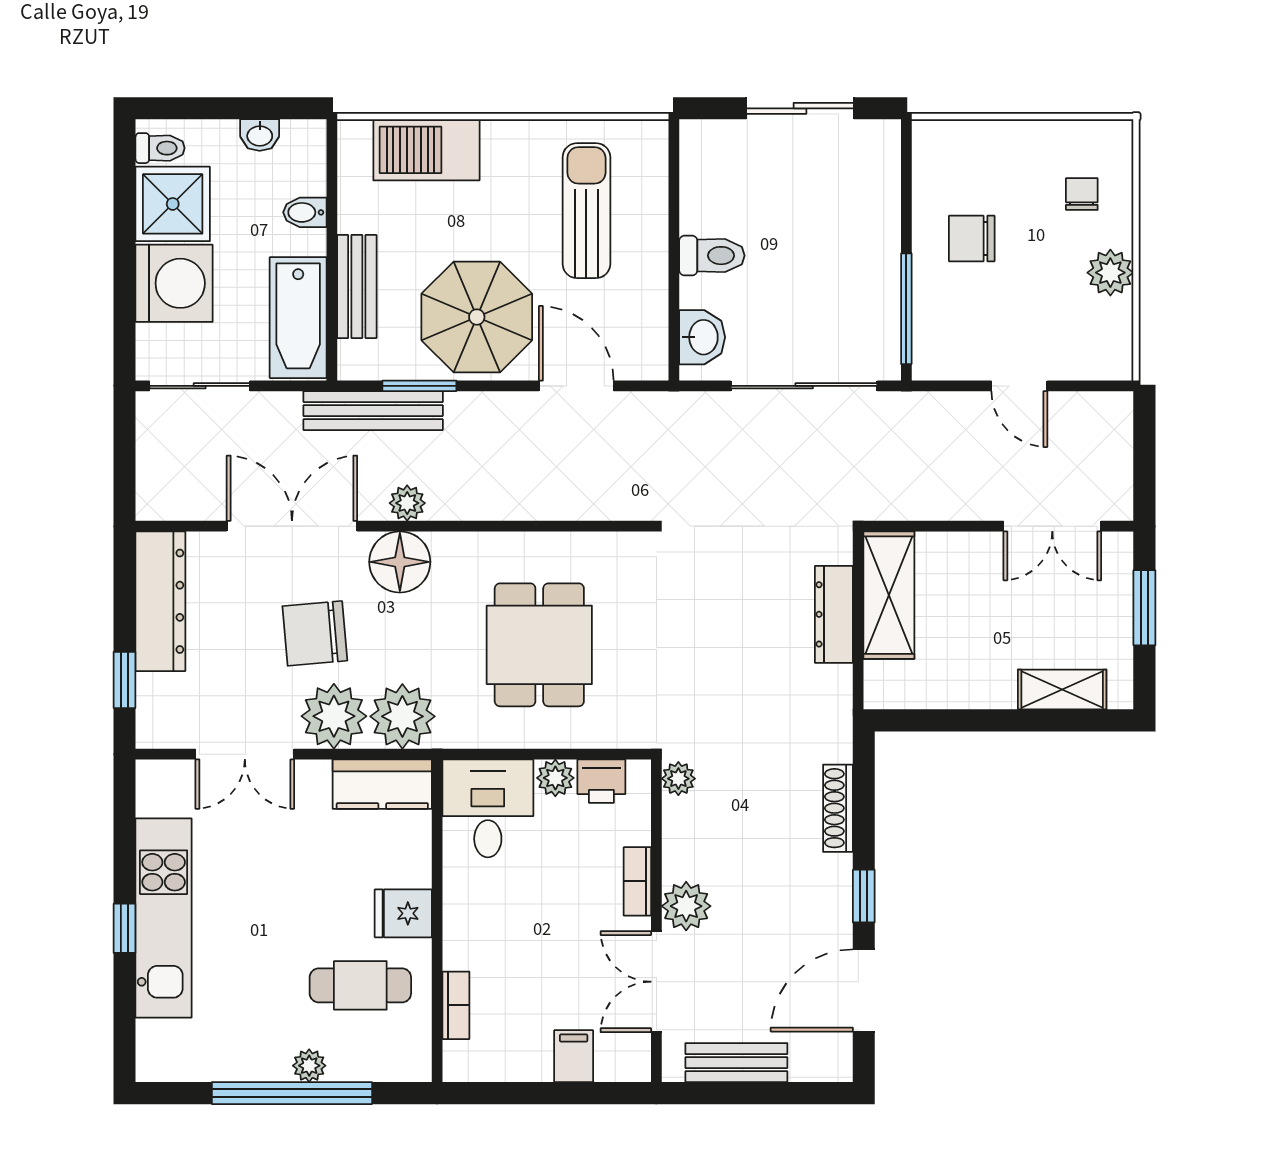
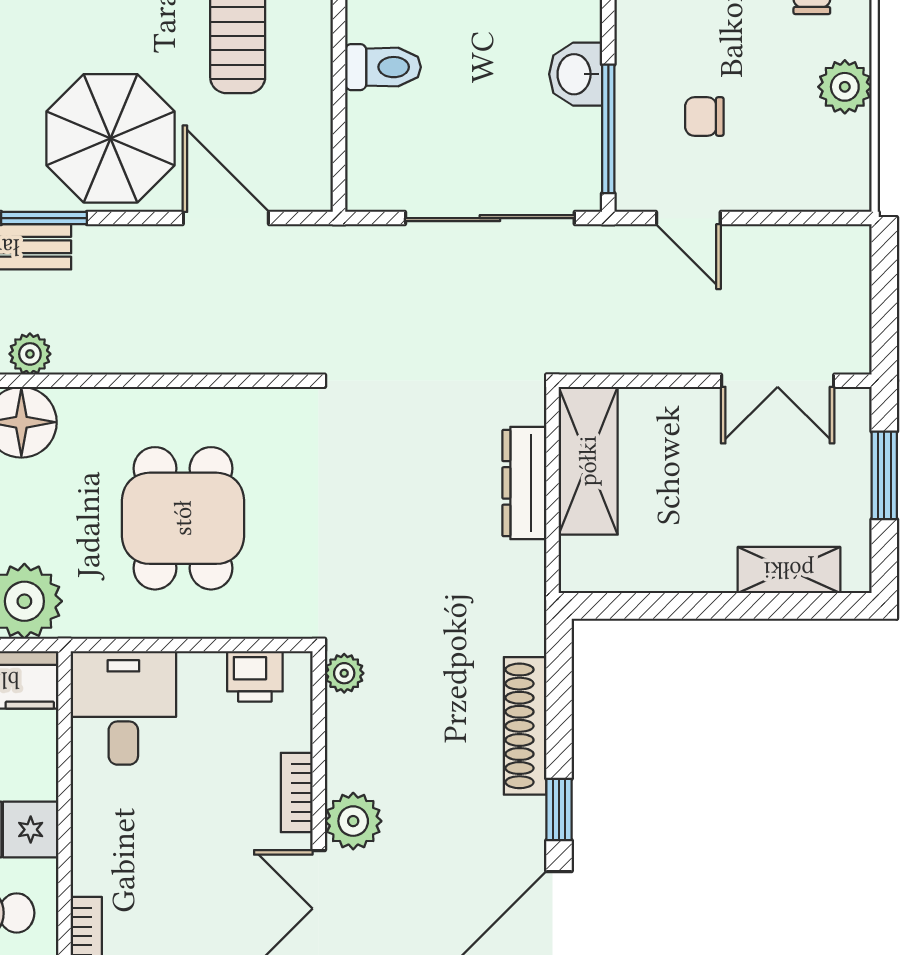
chair: (972, 239) -> (704, 117), moved, width x0.73, depth x0.73
washbasin: (702, 337) -> (576, 74), moved, turned 180
door: (1019, 386) -> (688, 218), moved
plant: (555, 778) -> (202, 673), removed
shoe rack: (838, 808) -> (525, 726), width x1.36, depth x1.24

